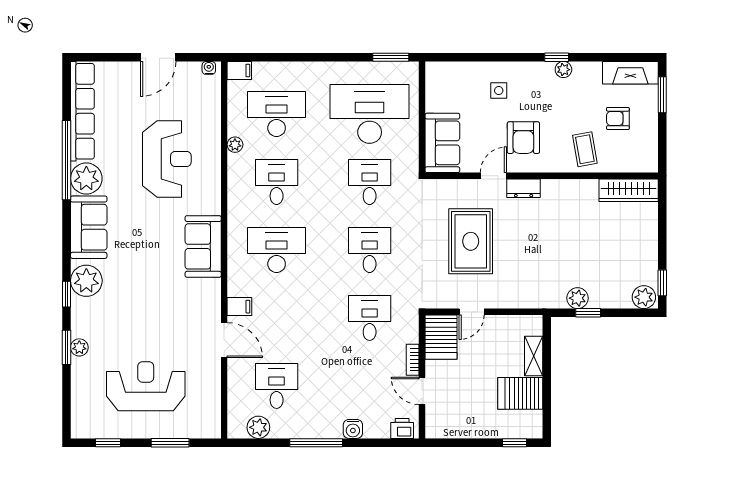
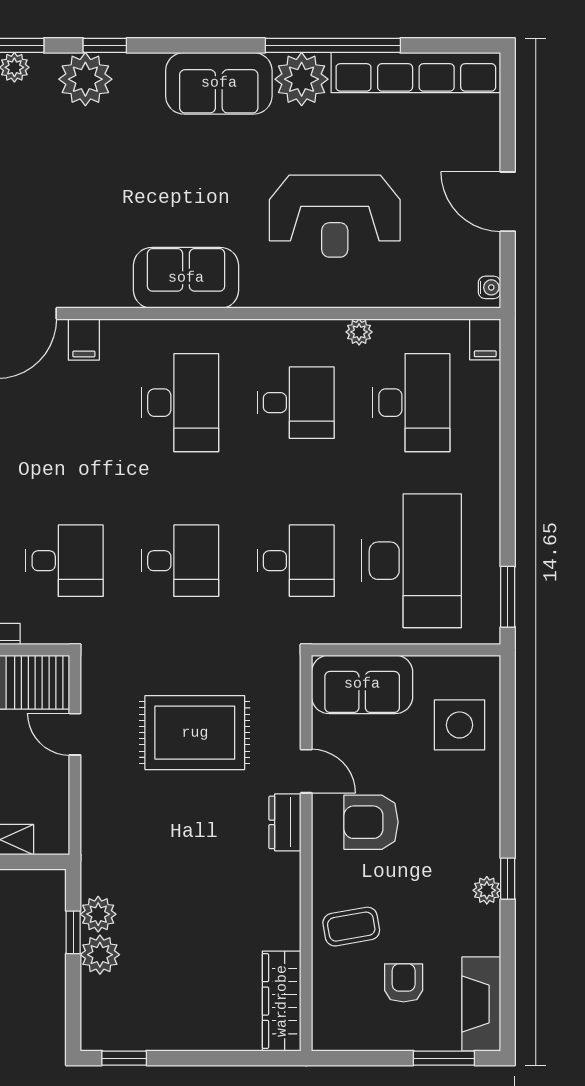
side table: (499, 91) -> (460, 725), moved, width x1.87, depth x1.87
plant: (86, 281) -> (85, 79), moved
plant: (644, 297) -> (100, 955), moved

